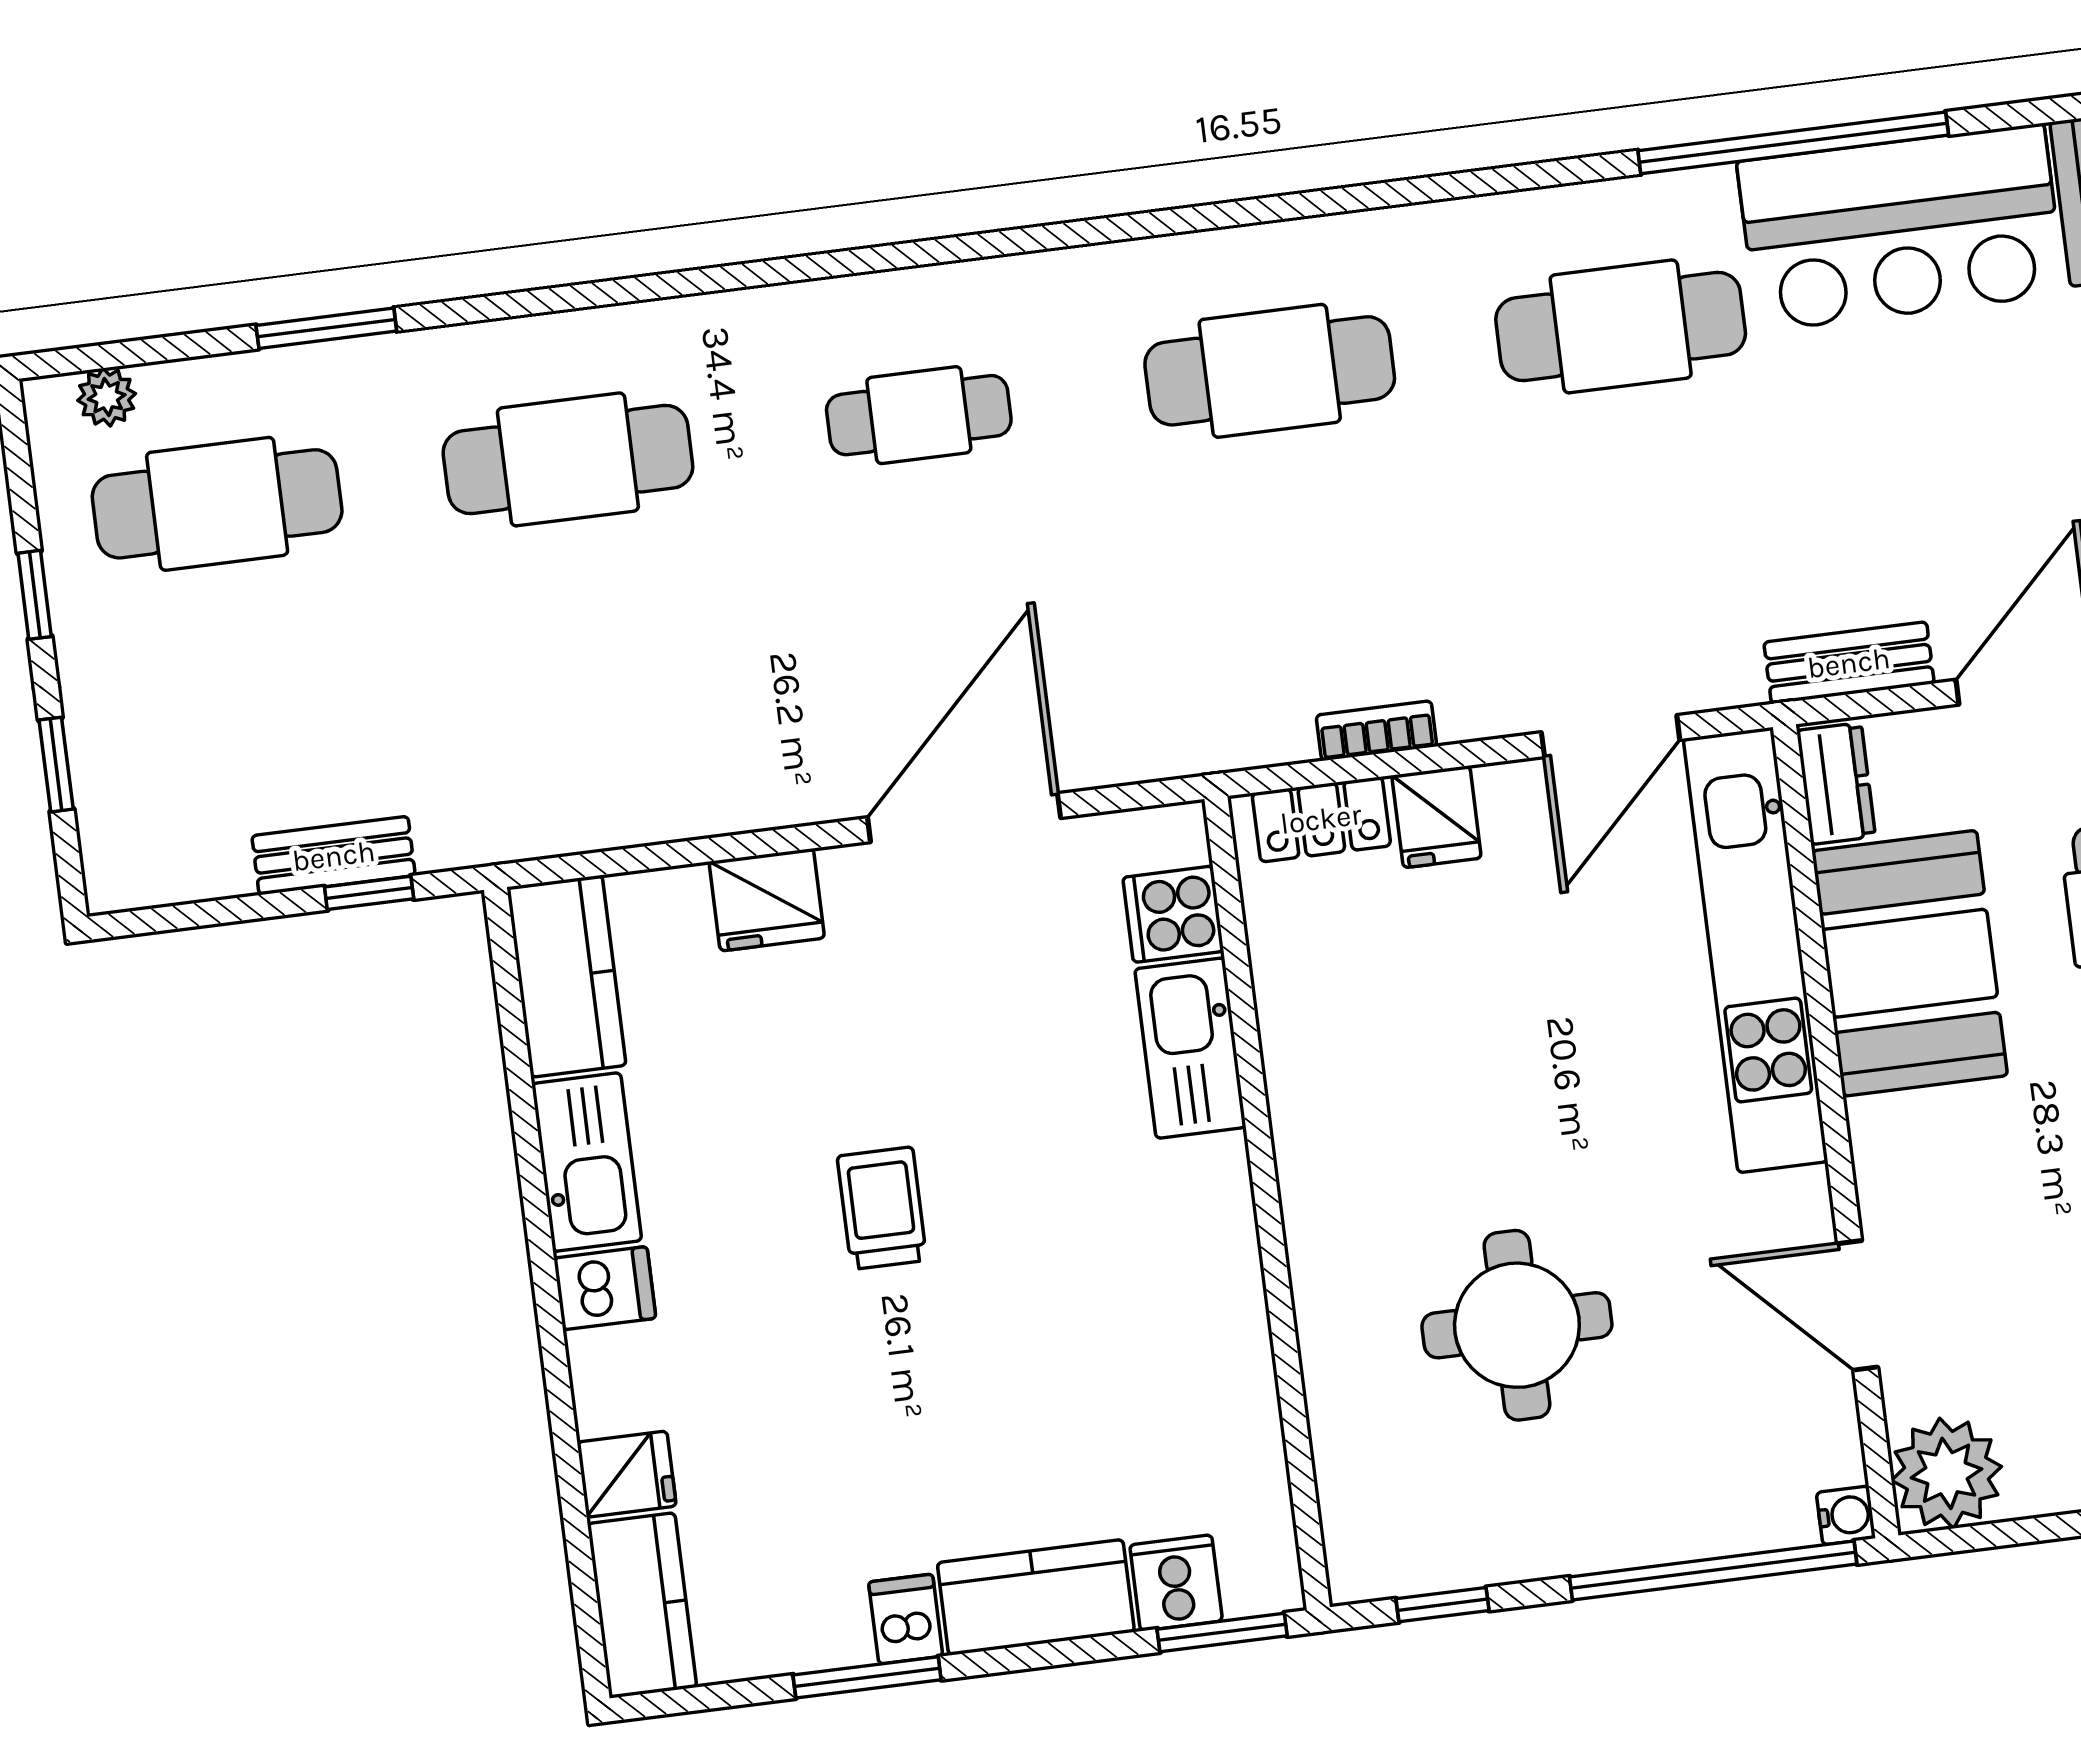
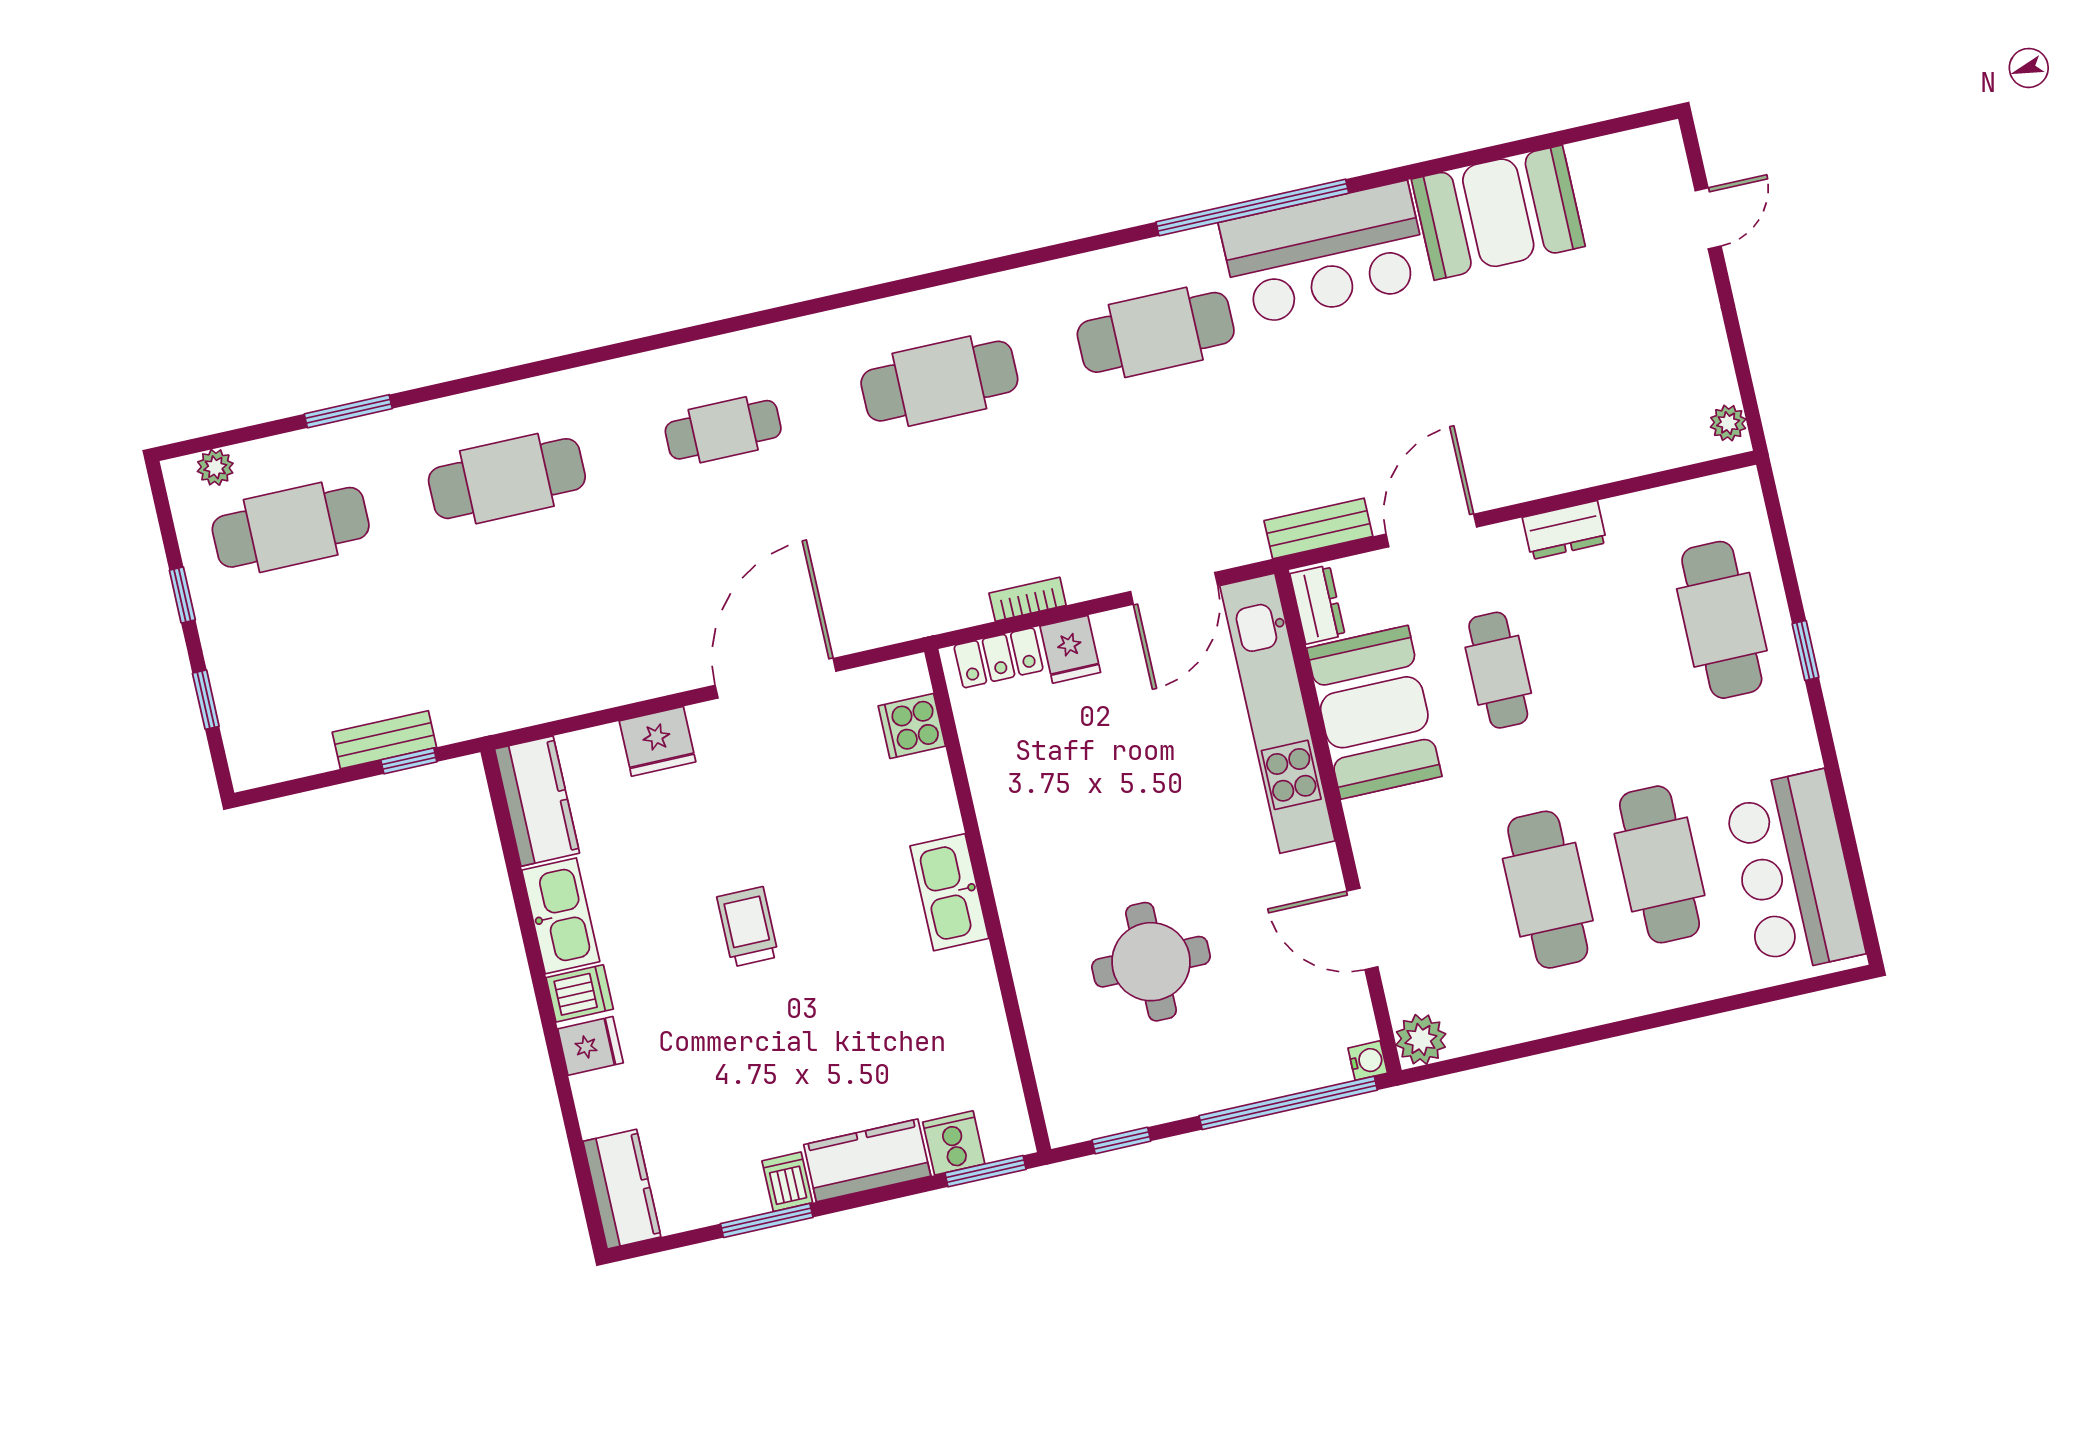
kitchen sink: (1190, 1048) -> (949, 892), moved
plant: (1947, 1473) -> (1421, 1039), width x0.73, depth x0.73
fridge: (627, 1474) -> (590, 1046), moved

